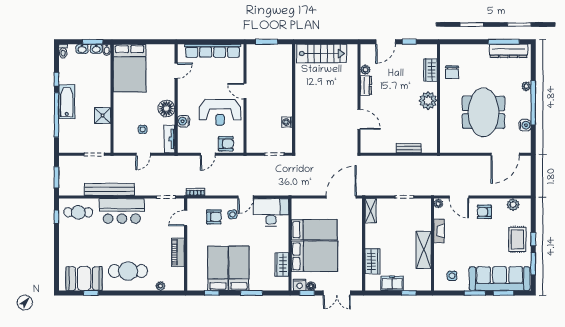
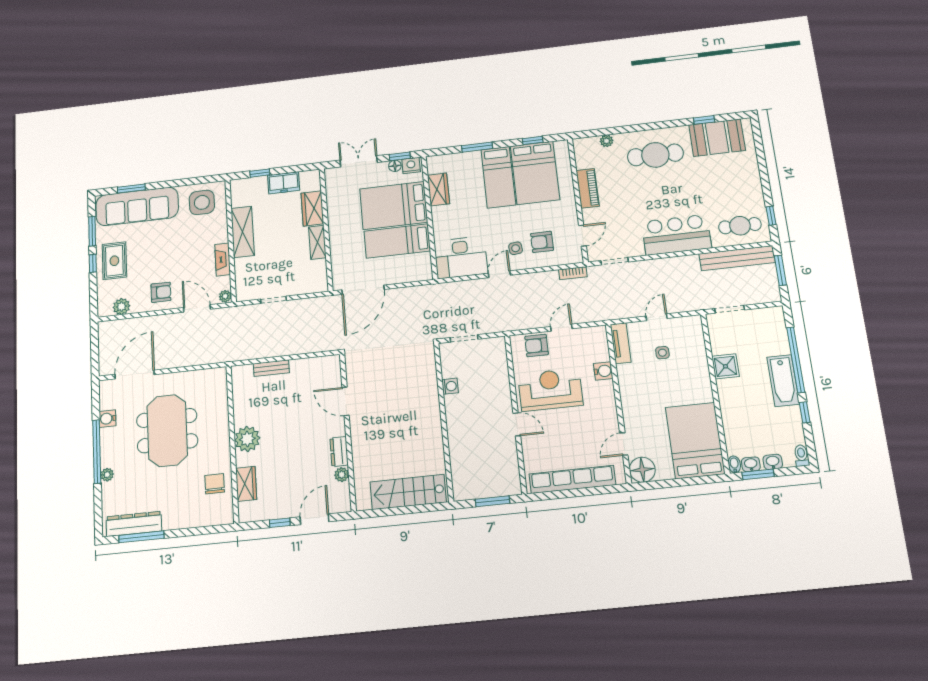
floor lamp: (166, 109) -> (642, 470), moved
bench: (109, 189) -> (737, 258), moved
shelving: (371, 211) -> (317, 242), moved
bed: (218, 268) -> (535, 173), width x1.50
side table: (452, 276) -> (202, 202), width x1.87, depth x1.87
window: (475, 293) -> (170, 184), removed

